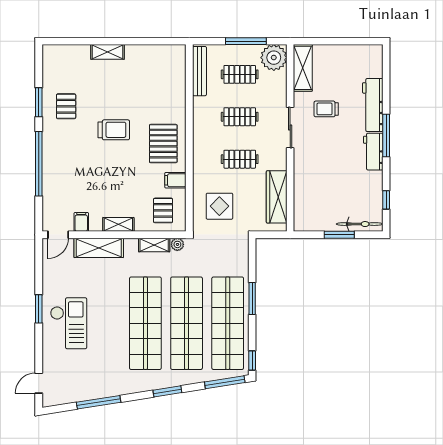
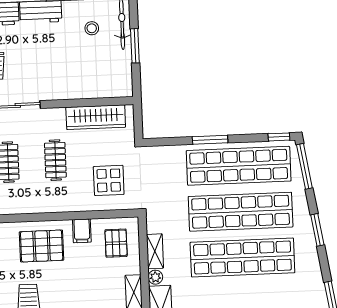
stool: (357, 197) -> (92, 28), added
pallet: (163, 210) -> (116, 243), turned 90
plant: (177, 244) -> (155, 277), moved

